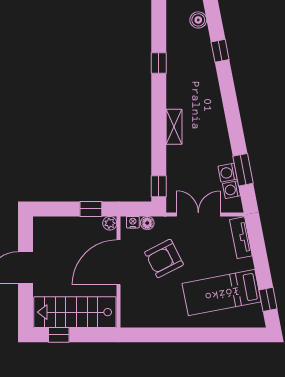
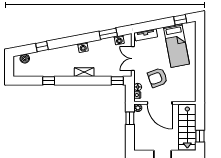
washing machine: (228, 173) -> (83, 47), moved
armchair: (164, 258) -> (157, 78), turned 97

